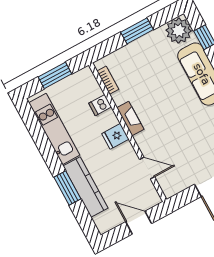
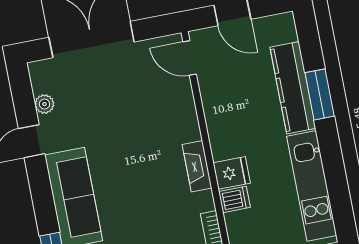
fridge: (115, 136) -> (232, 173), moved
door: (147, 168) -> (190, 58), moved

